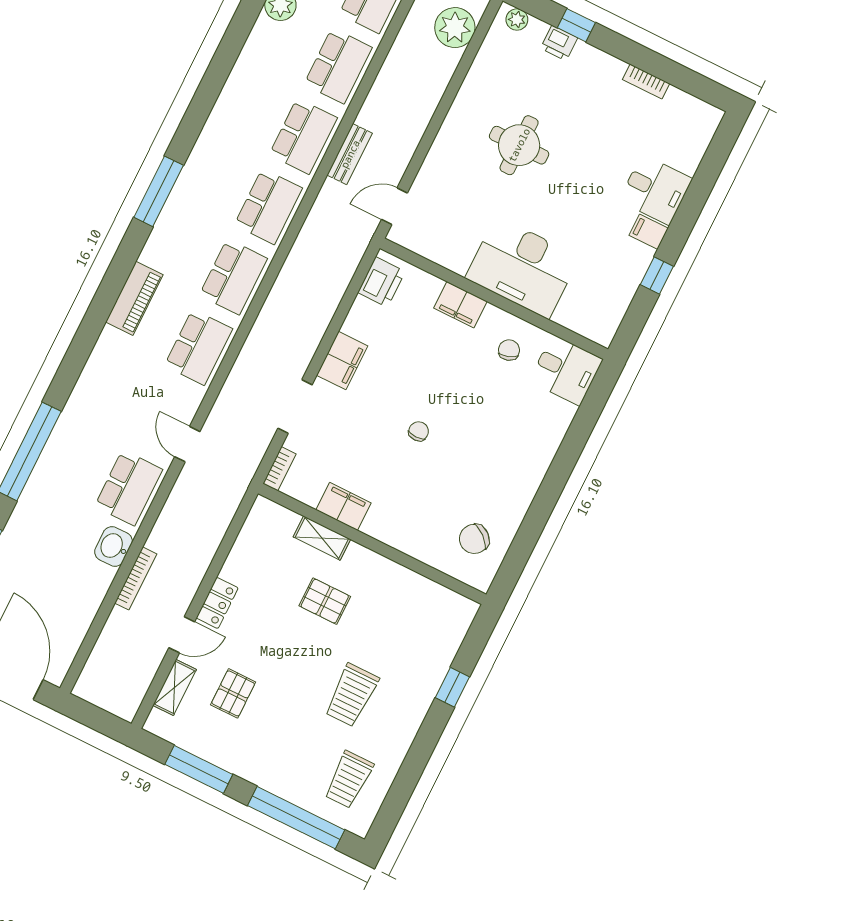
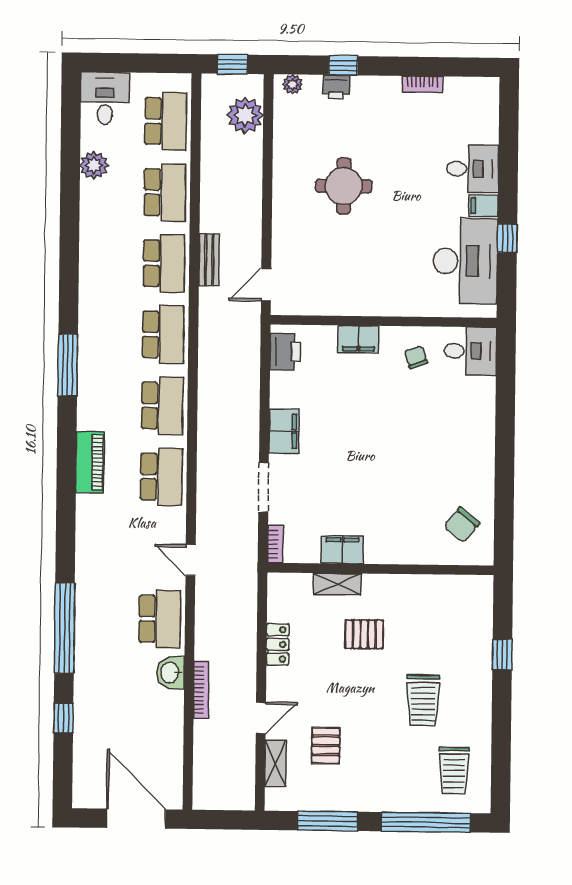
desk: (522, 267) -> (465, 261), moved, turned -90
chair: (419, 431) -> (374, 459), removed
locker: (217, 603) -> (278, 644), moved

